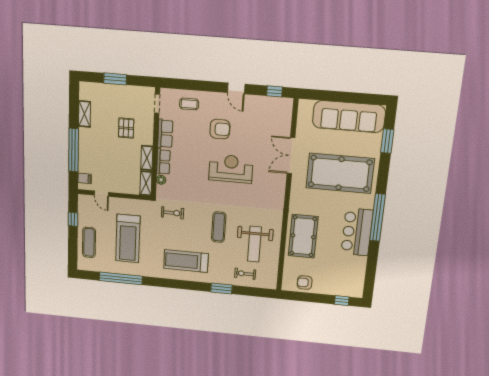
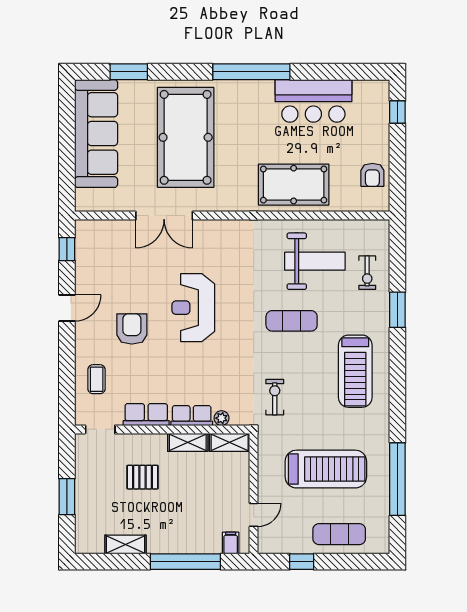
bar counter: (357, 232) -> (313, 101), moved

